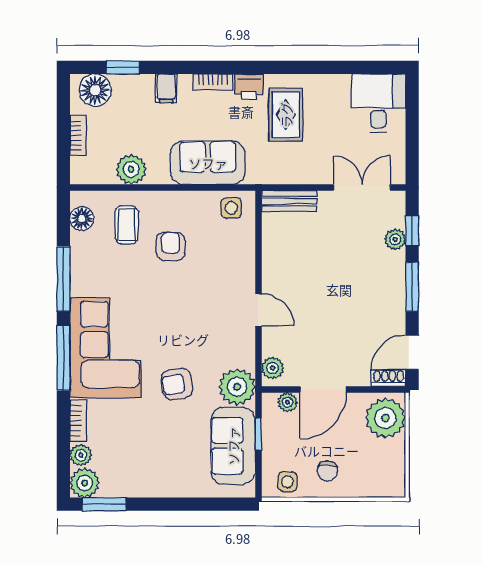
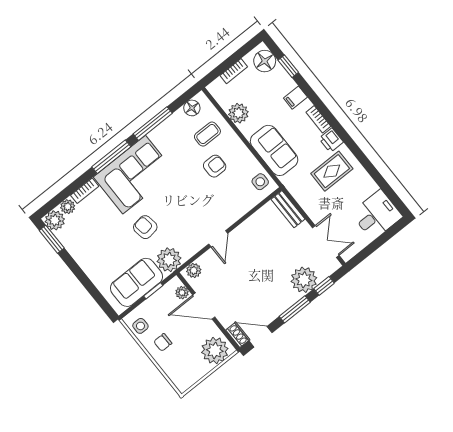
plant: (395, 239) -> (304, 280), width x1.87, depth x1.87

